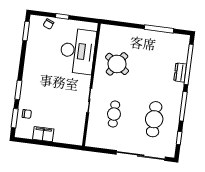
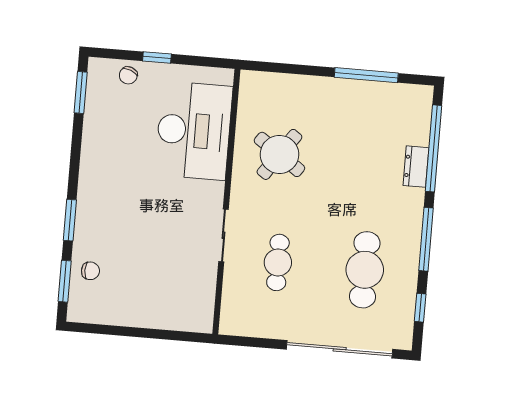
filing cabinet: (43, 134) -> (128, 313), removed

